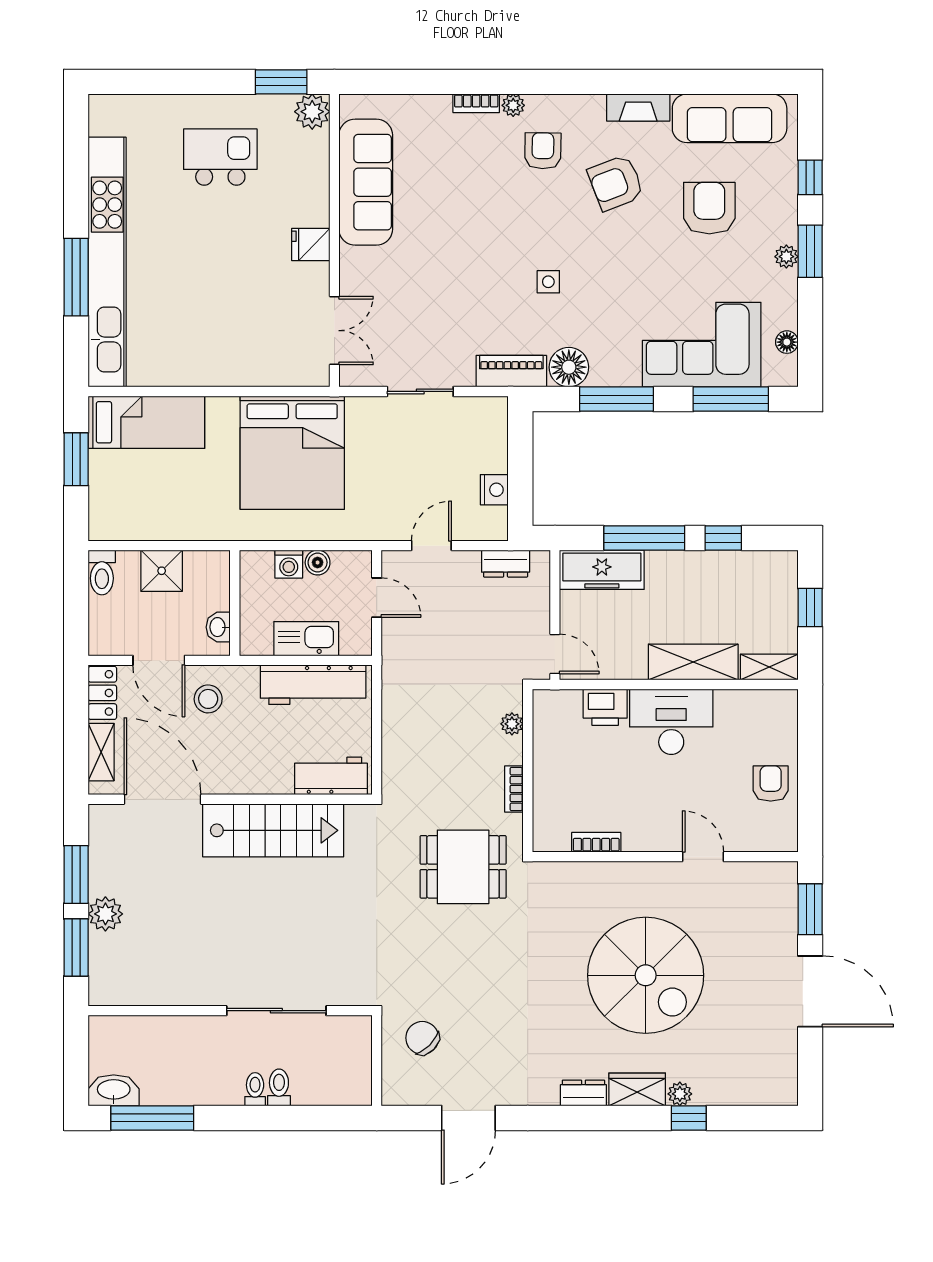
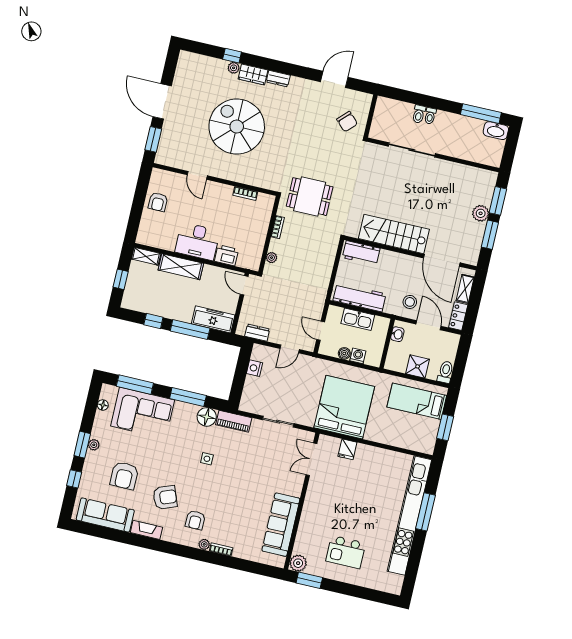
fridge: (311, 244) -> (347, 449), moved, turned 90
bed: (146, 422) -> (417, 401), moved

